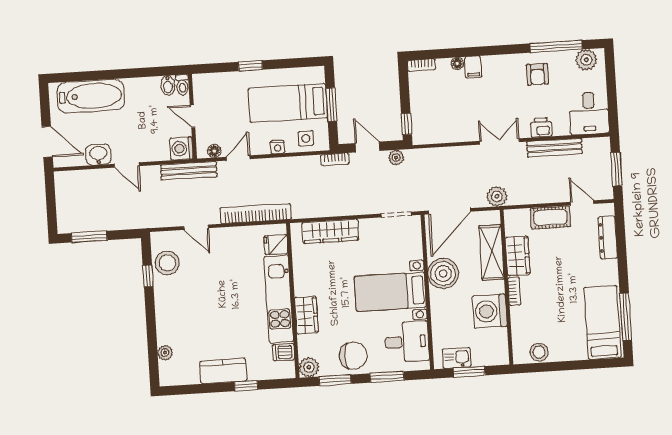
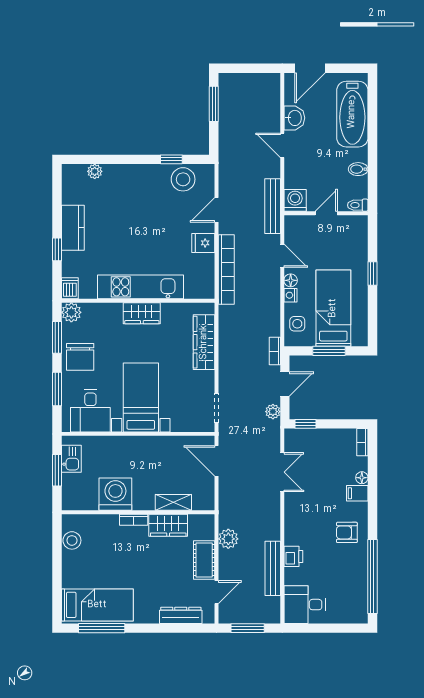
window: (556, 46) -> (372, 576), width x1.46
plant: (586, 60) -> (357, 605), removed
armchair: (538, 74) -> (347, 532), moved
bidet: (168, 85) -> (358, 169), moved
double door: (499, 142) -> (282, 472), moved
floor lamp: (214, 151) -> (291, 280), moved
door: (127, 165) -> (282, 145), hinge flipped
plant: (497, 196) -> (228, 539), moved
door: (450, 211) -> (217, 461), width x0.73
fridge: (276, 245) -> (203, 243), moved, turned -90
shelving: (491, 252) -> (173, 502), width x0.67, depth x0.75
boiler: (443, 273) -> (156, 451), removed
wardrobe: (306, 315) -> (142, 313), moved
dishwasher: (283, 352) -> (70, 288), moved

